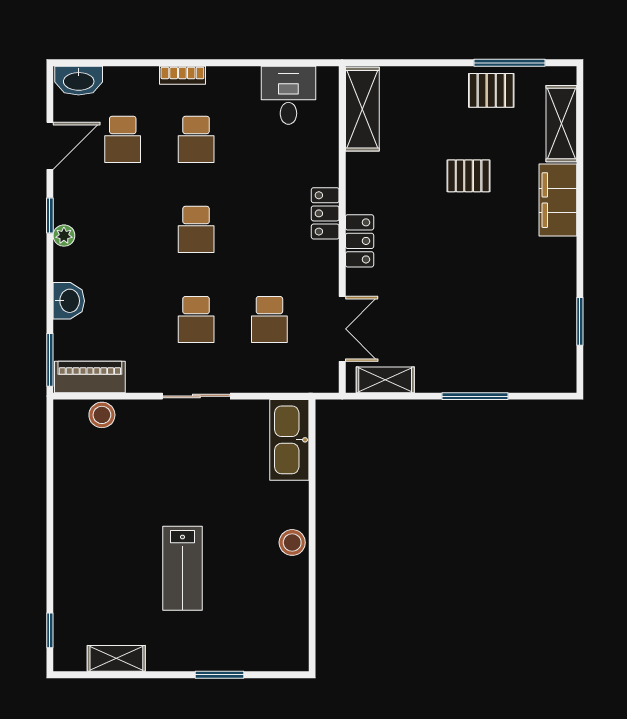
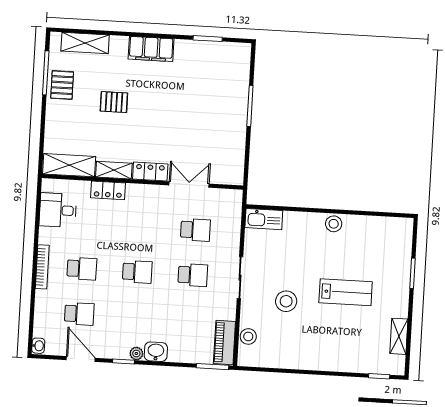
bookcase: (182, 75) -> (42, 267), width x1.56
washbasin: (79, 81) -> (38, 346), width x0.52, depth x0.69
pallet: (469, 176) -> (114, 102), turned 90
filing cabinet: (558, 200) -> (151, 49), moved
locker: (325, 213) -> (108, 190), moved
washbasin: (69, 301) -> (156, 352), moved
double door: (342, 329) -> (189, 184), moved
shelving: (385, 380) -> (114, 170), moved, turned 90
kitchen sink: (289, 440) -> (264, 219), width x0.73, depth x0.81
stool: (162, 473) -> (286, 301), added

